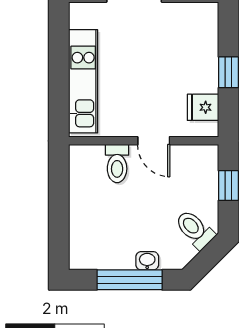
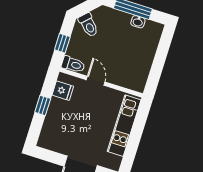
toilet: (117, 164) -> (73, 64), moved, turned 90
washbasin: (147, 261) -> (138, 22), moved

